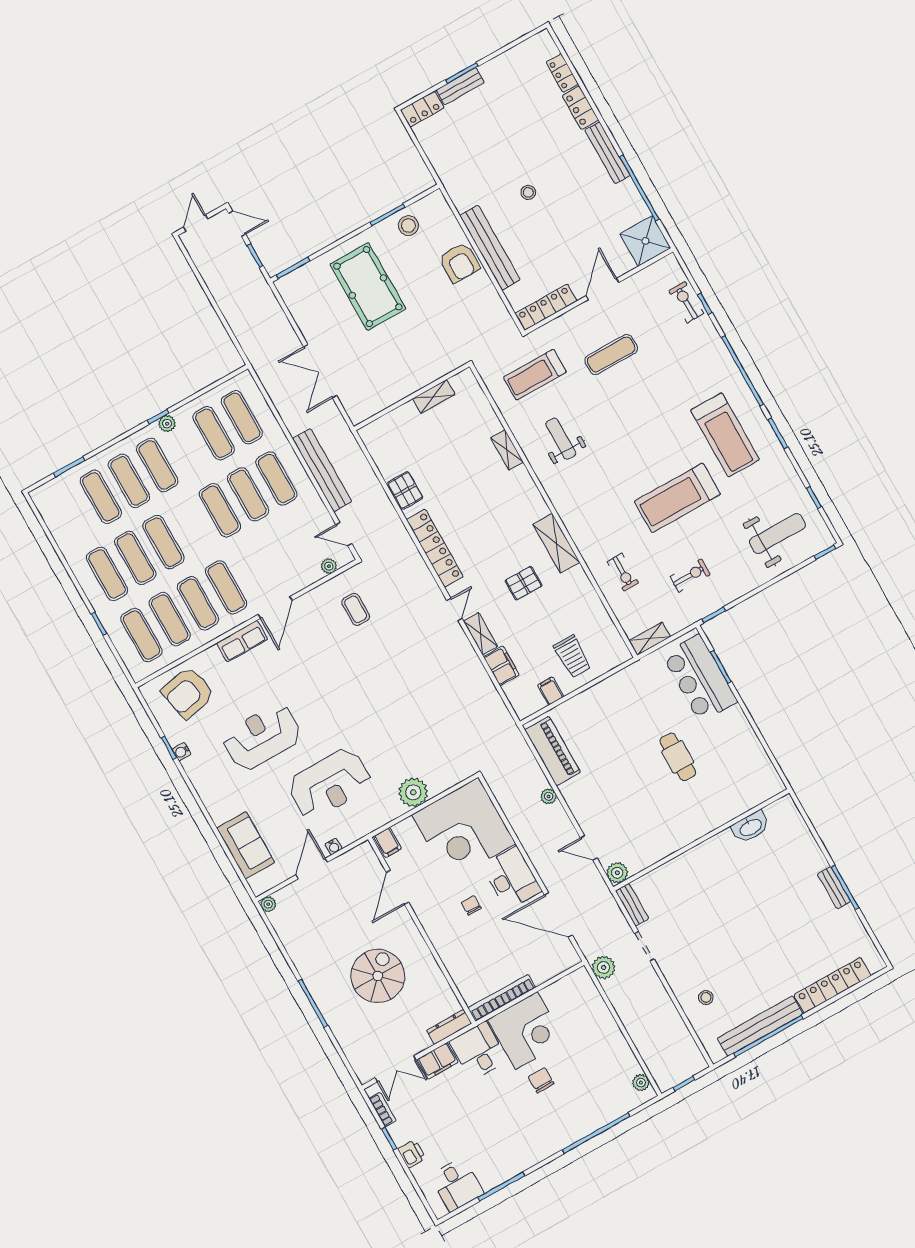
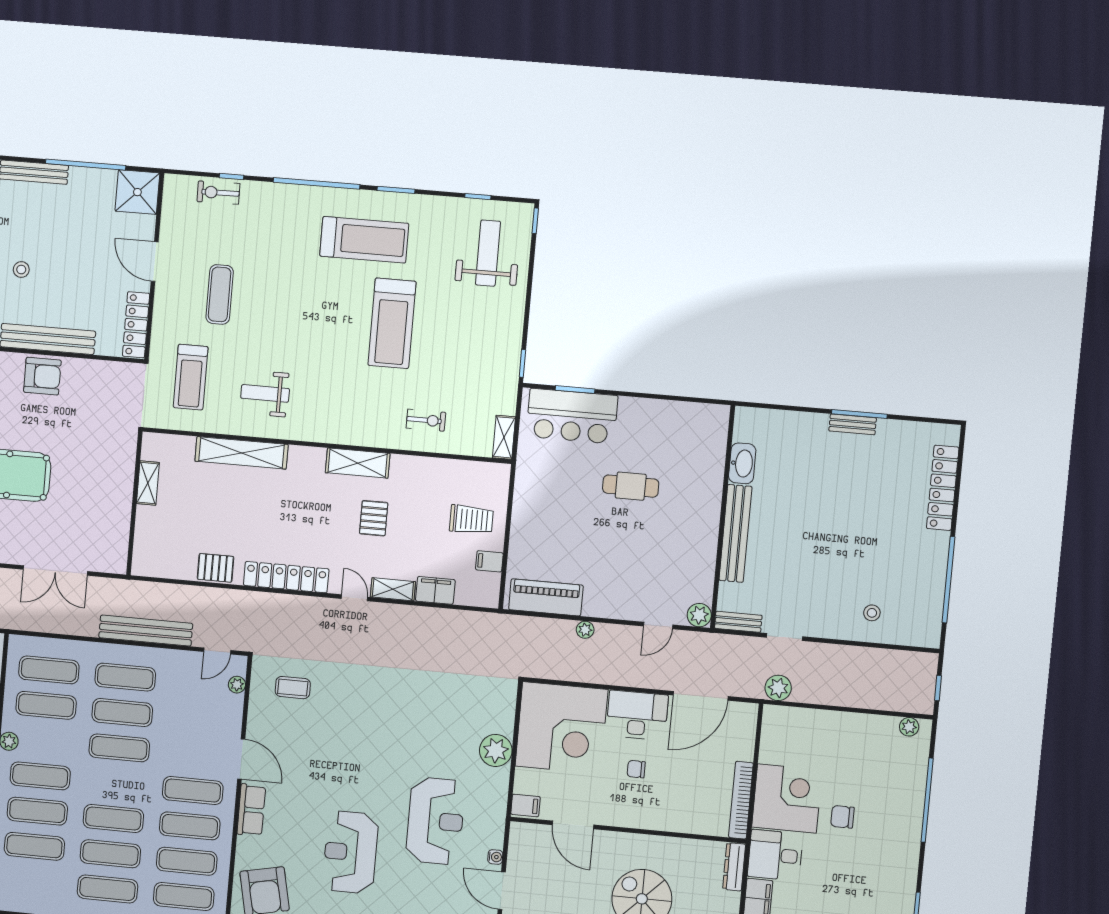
shelving: (507, 450) -> (241, 453), width x2.20, depth x1.33
exercise bike: (690, 575) -> (471, 360), removed
bench: (760, 1026) -> (735, 533), moved

